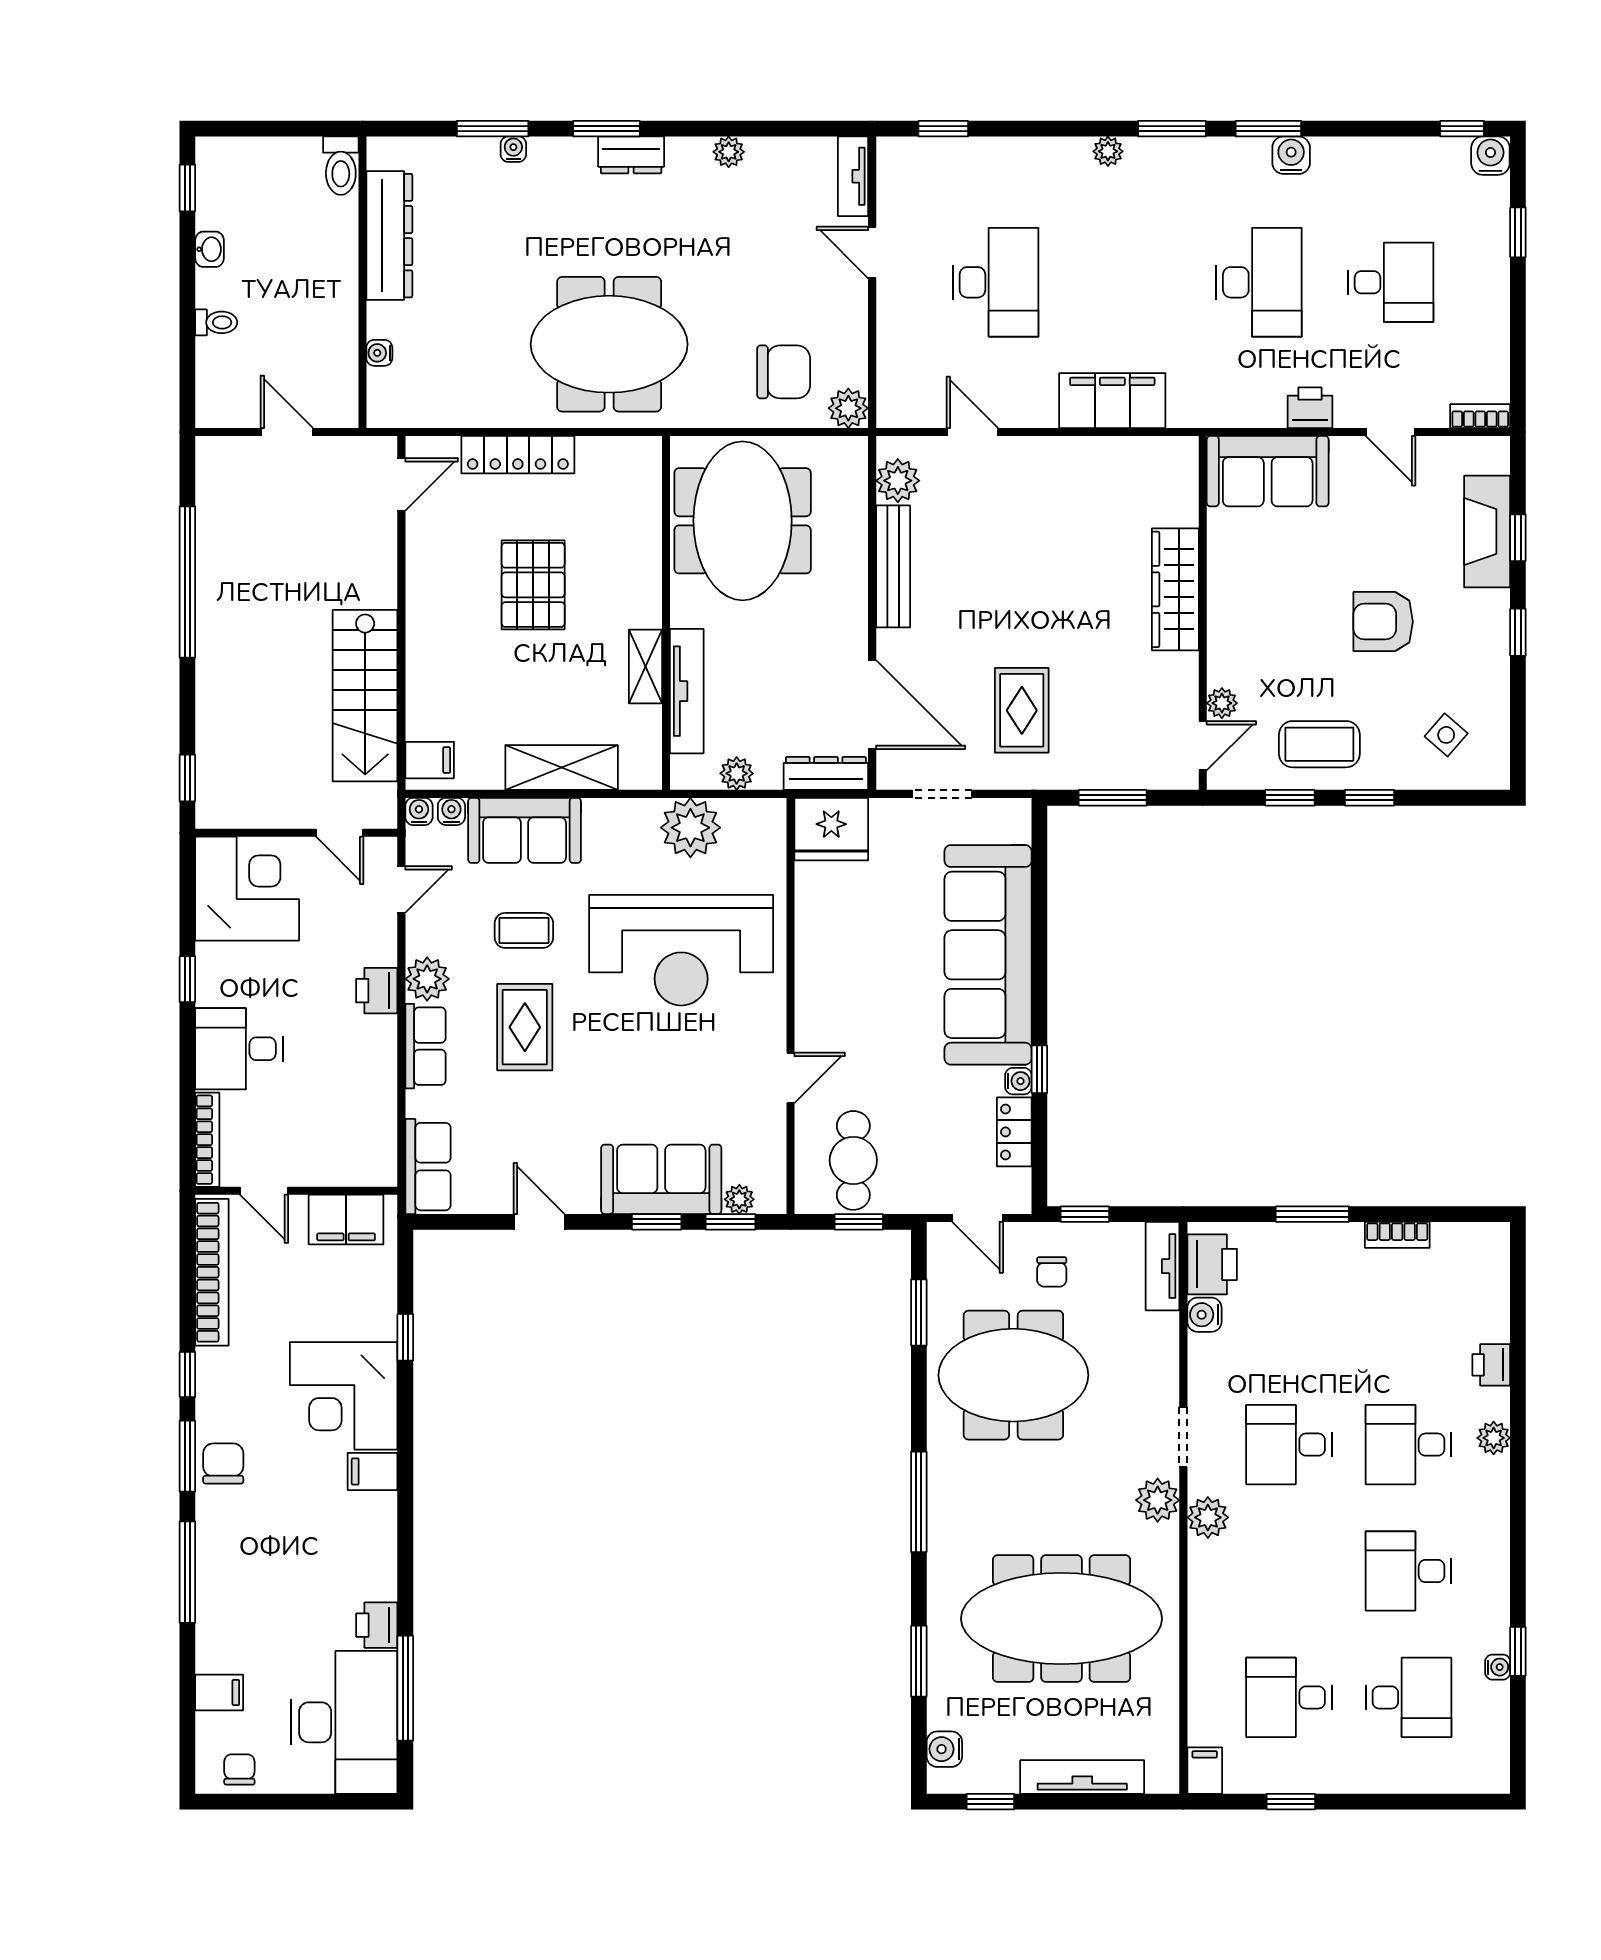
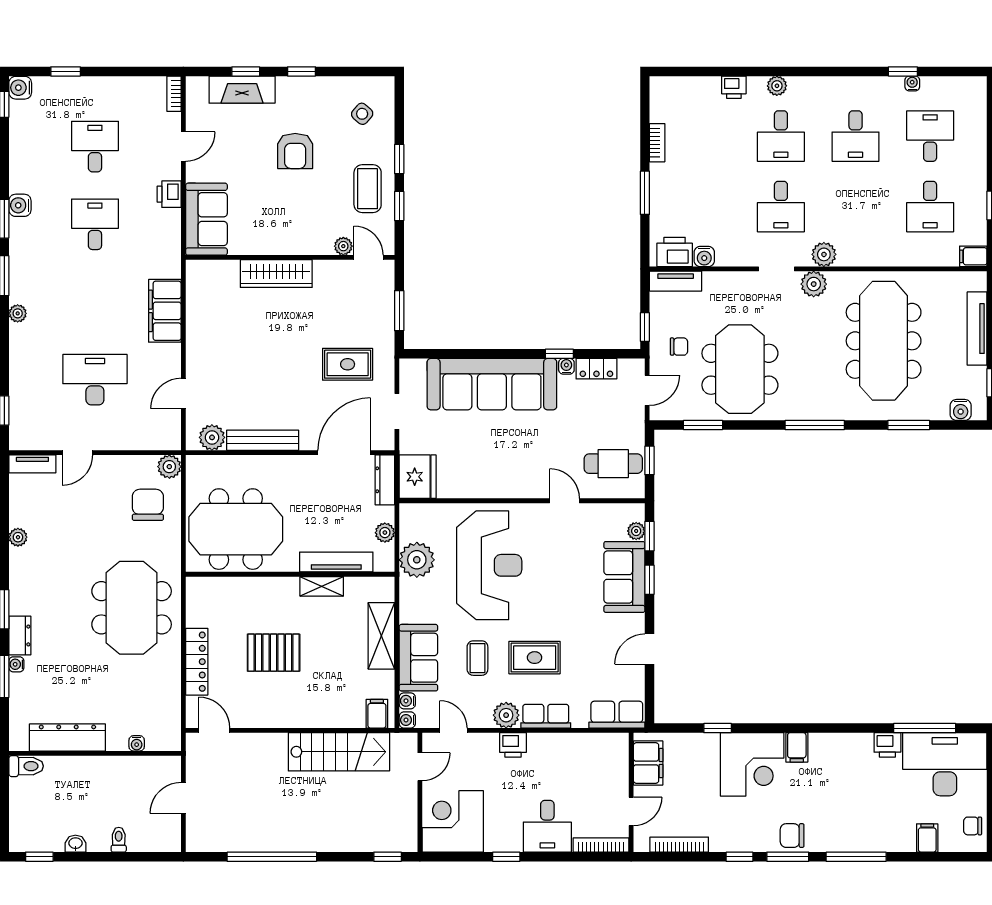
dresser: (631, 155) -> (20, 635), moved
desk: (1259, 282) -> (95, 224), width x0.73
bookcase: (212, 1272) -> (679, 845), width x0.68, depth x0.76

